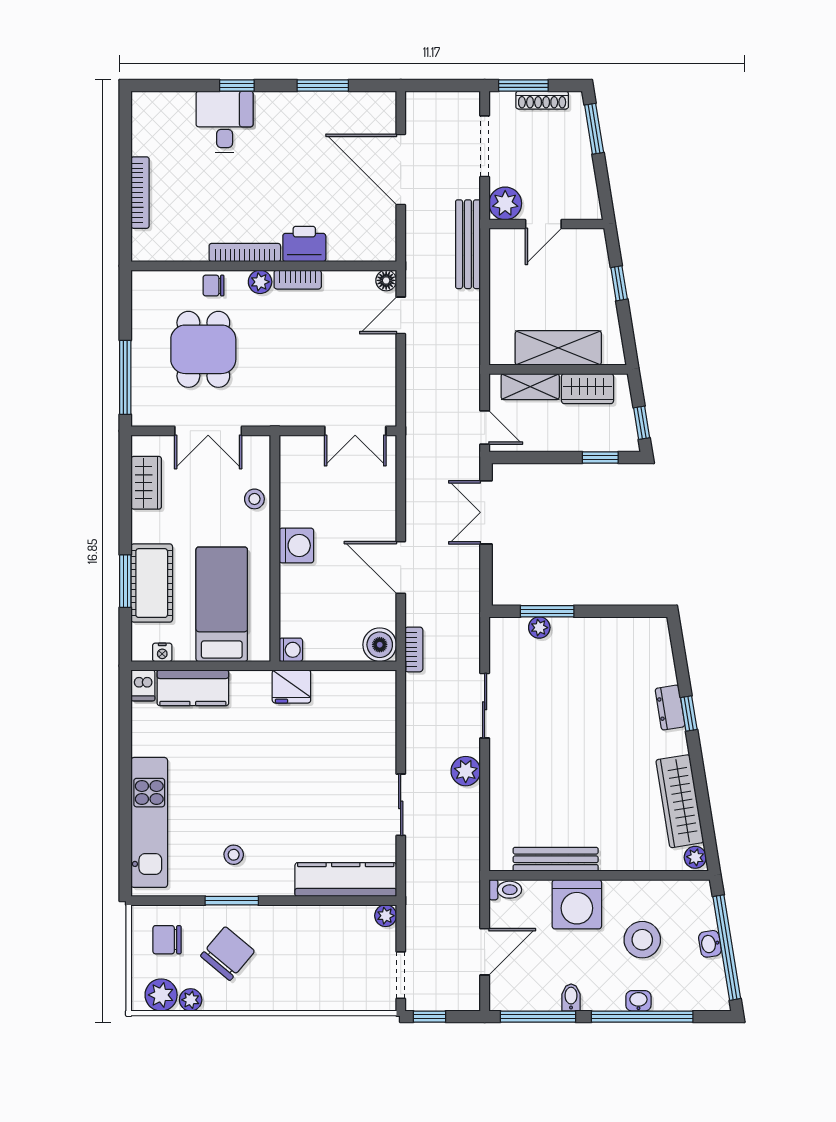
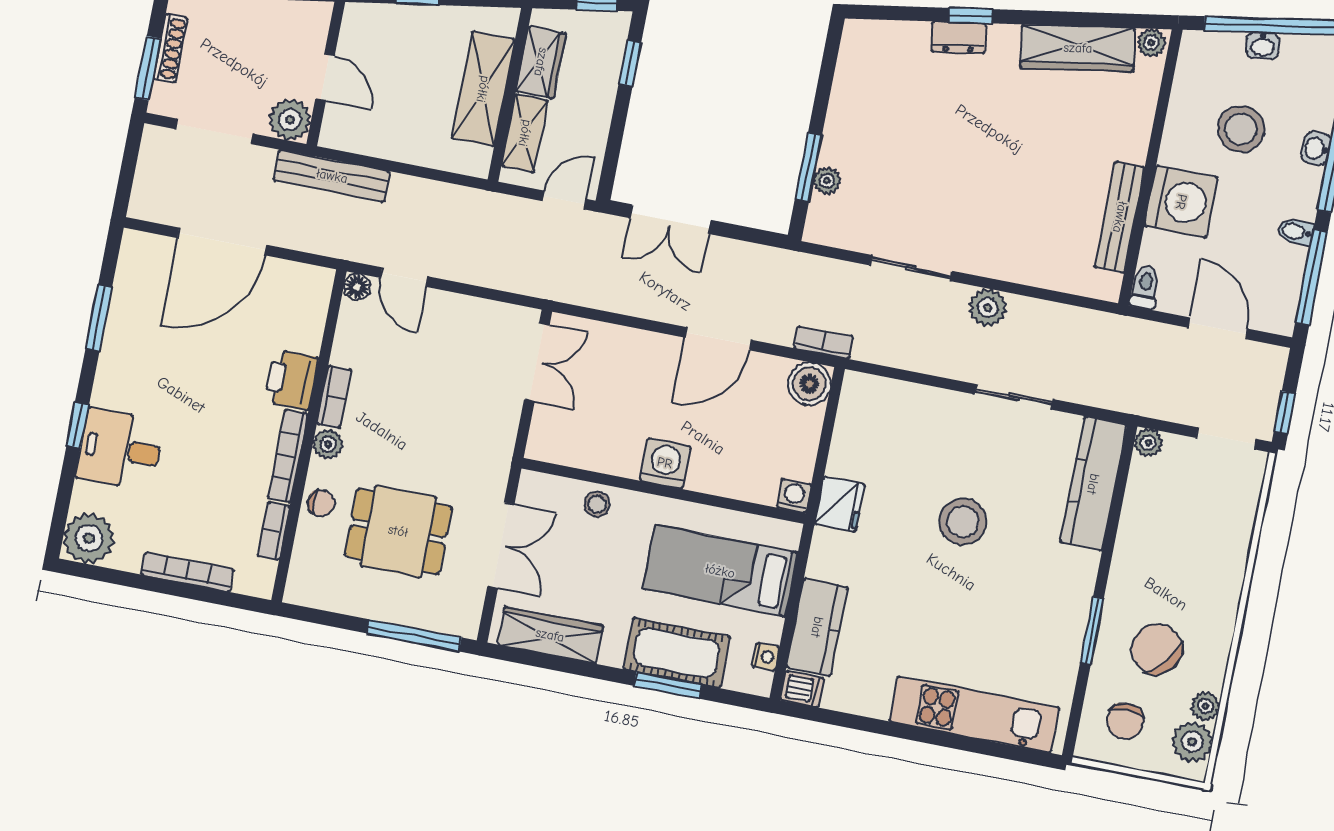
plant: (151, 111) -> (89, 538), added
bookcase: (185, 253) -> (274, 531), added
chair: (213, 286) -> (321, 503), turned -90
wardrobe: (146, 483) -> (550, 635), width x1.50
stool: (234, 855) -> (963, 522), moved, width x1.89, depth x1.89

